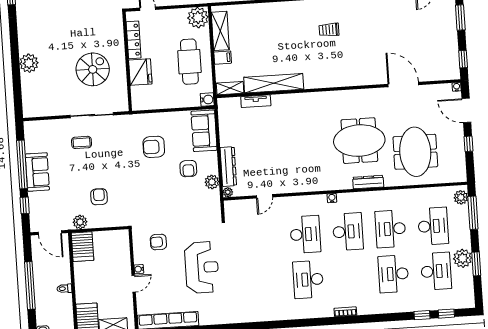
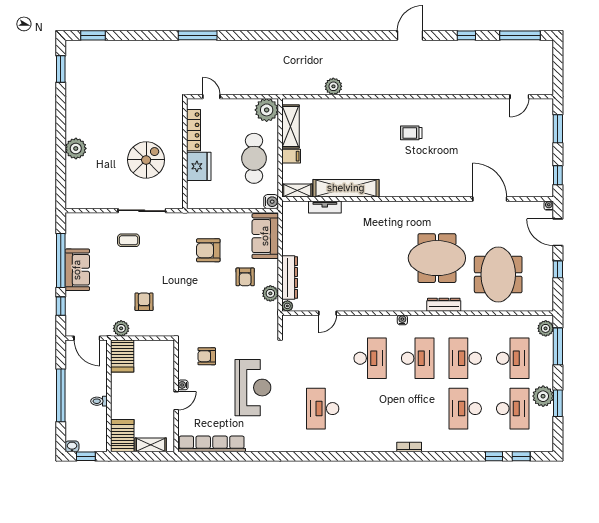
desk: (308, 279) -> (323, 409), moved

